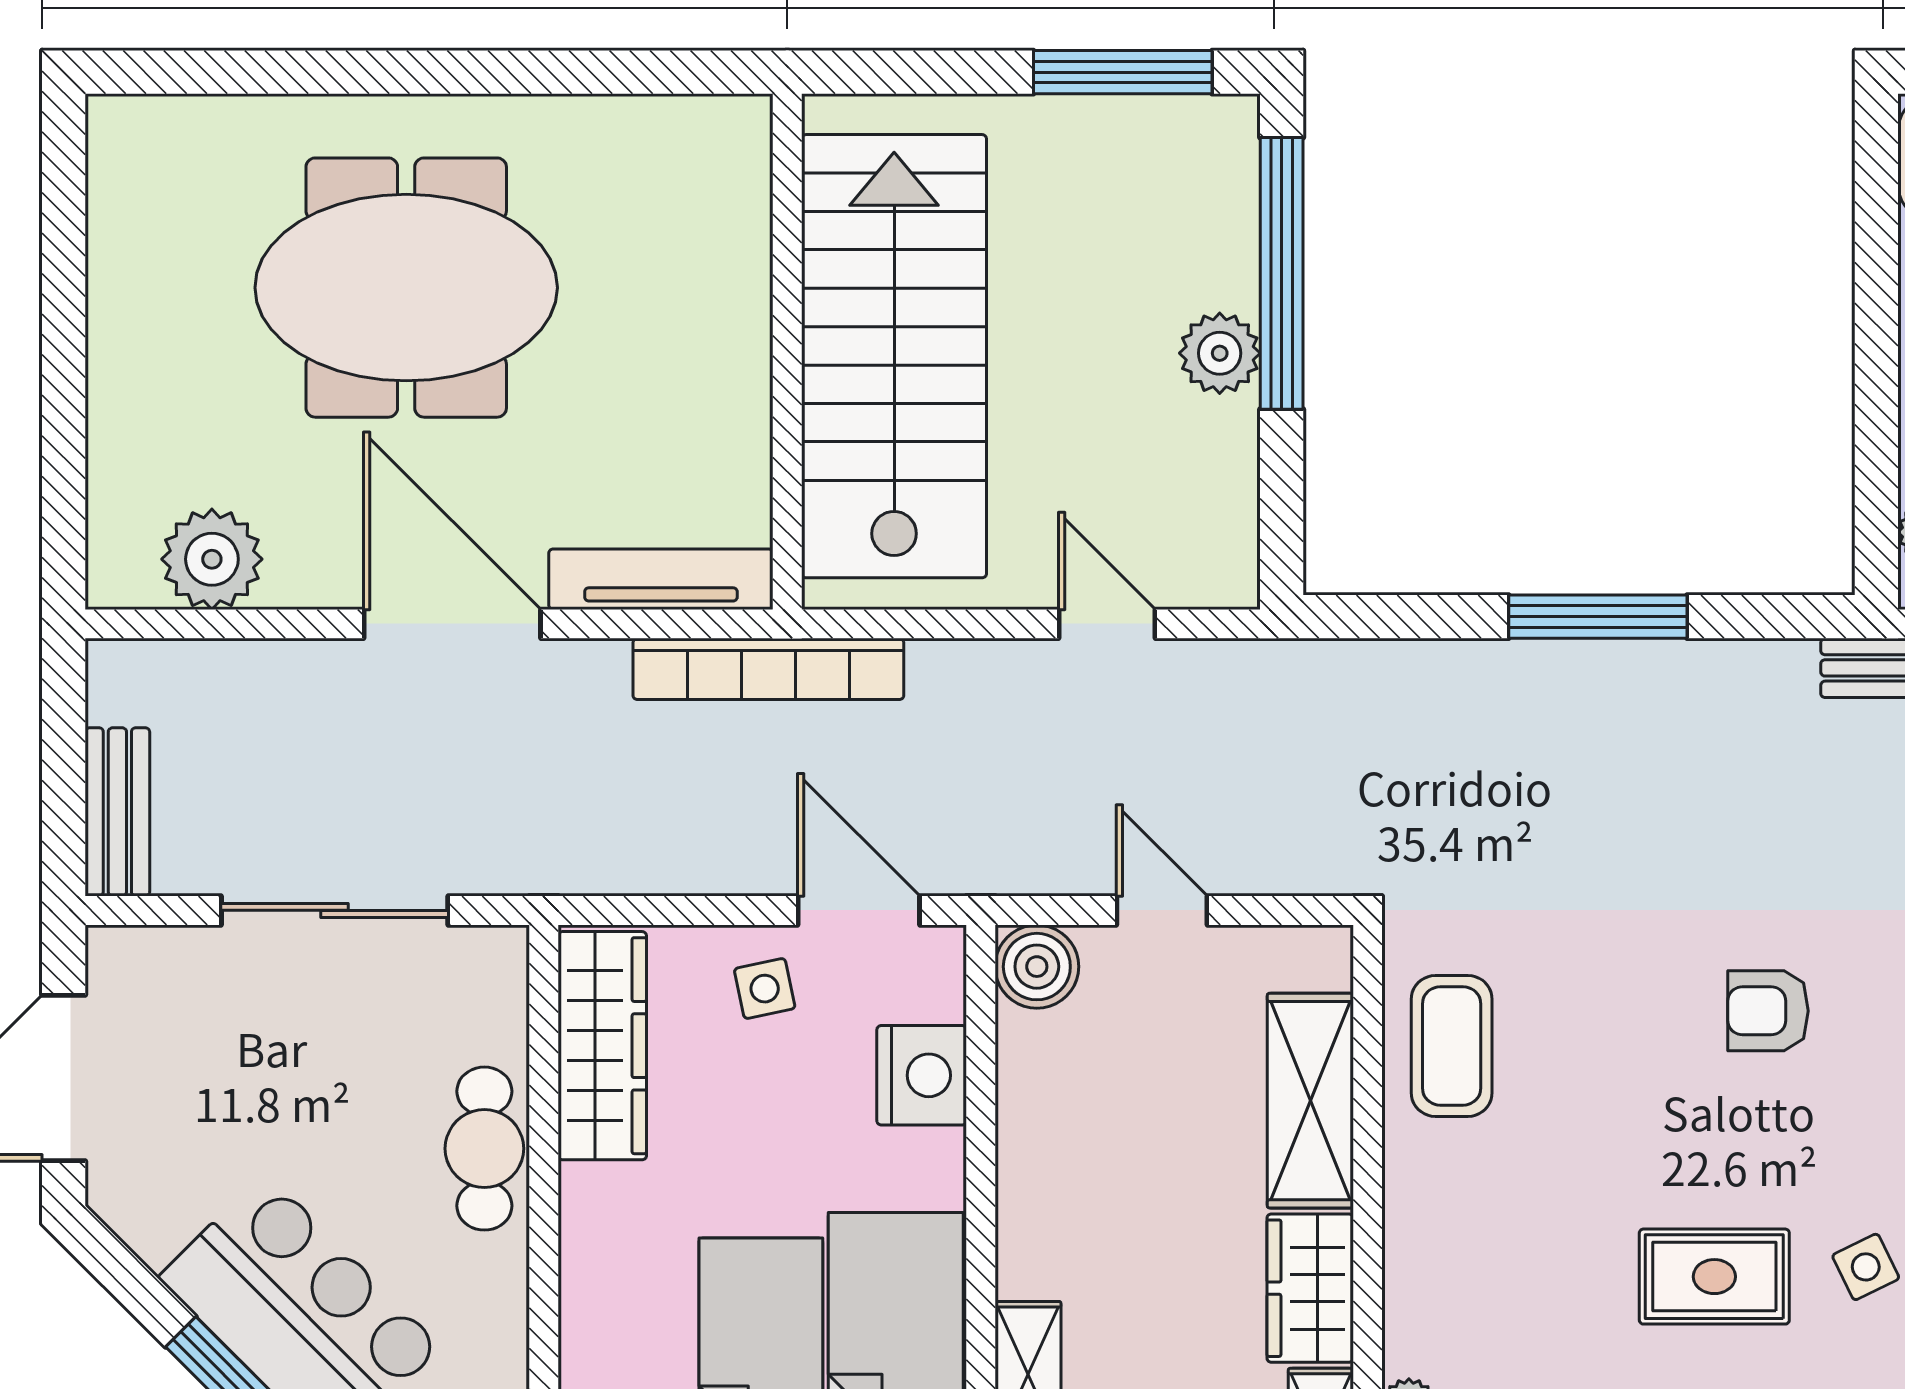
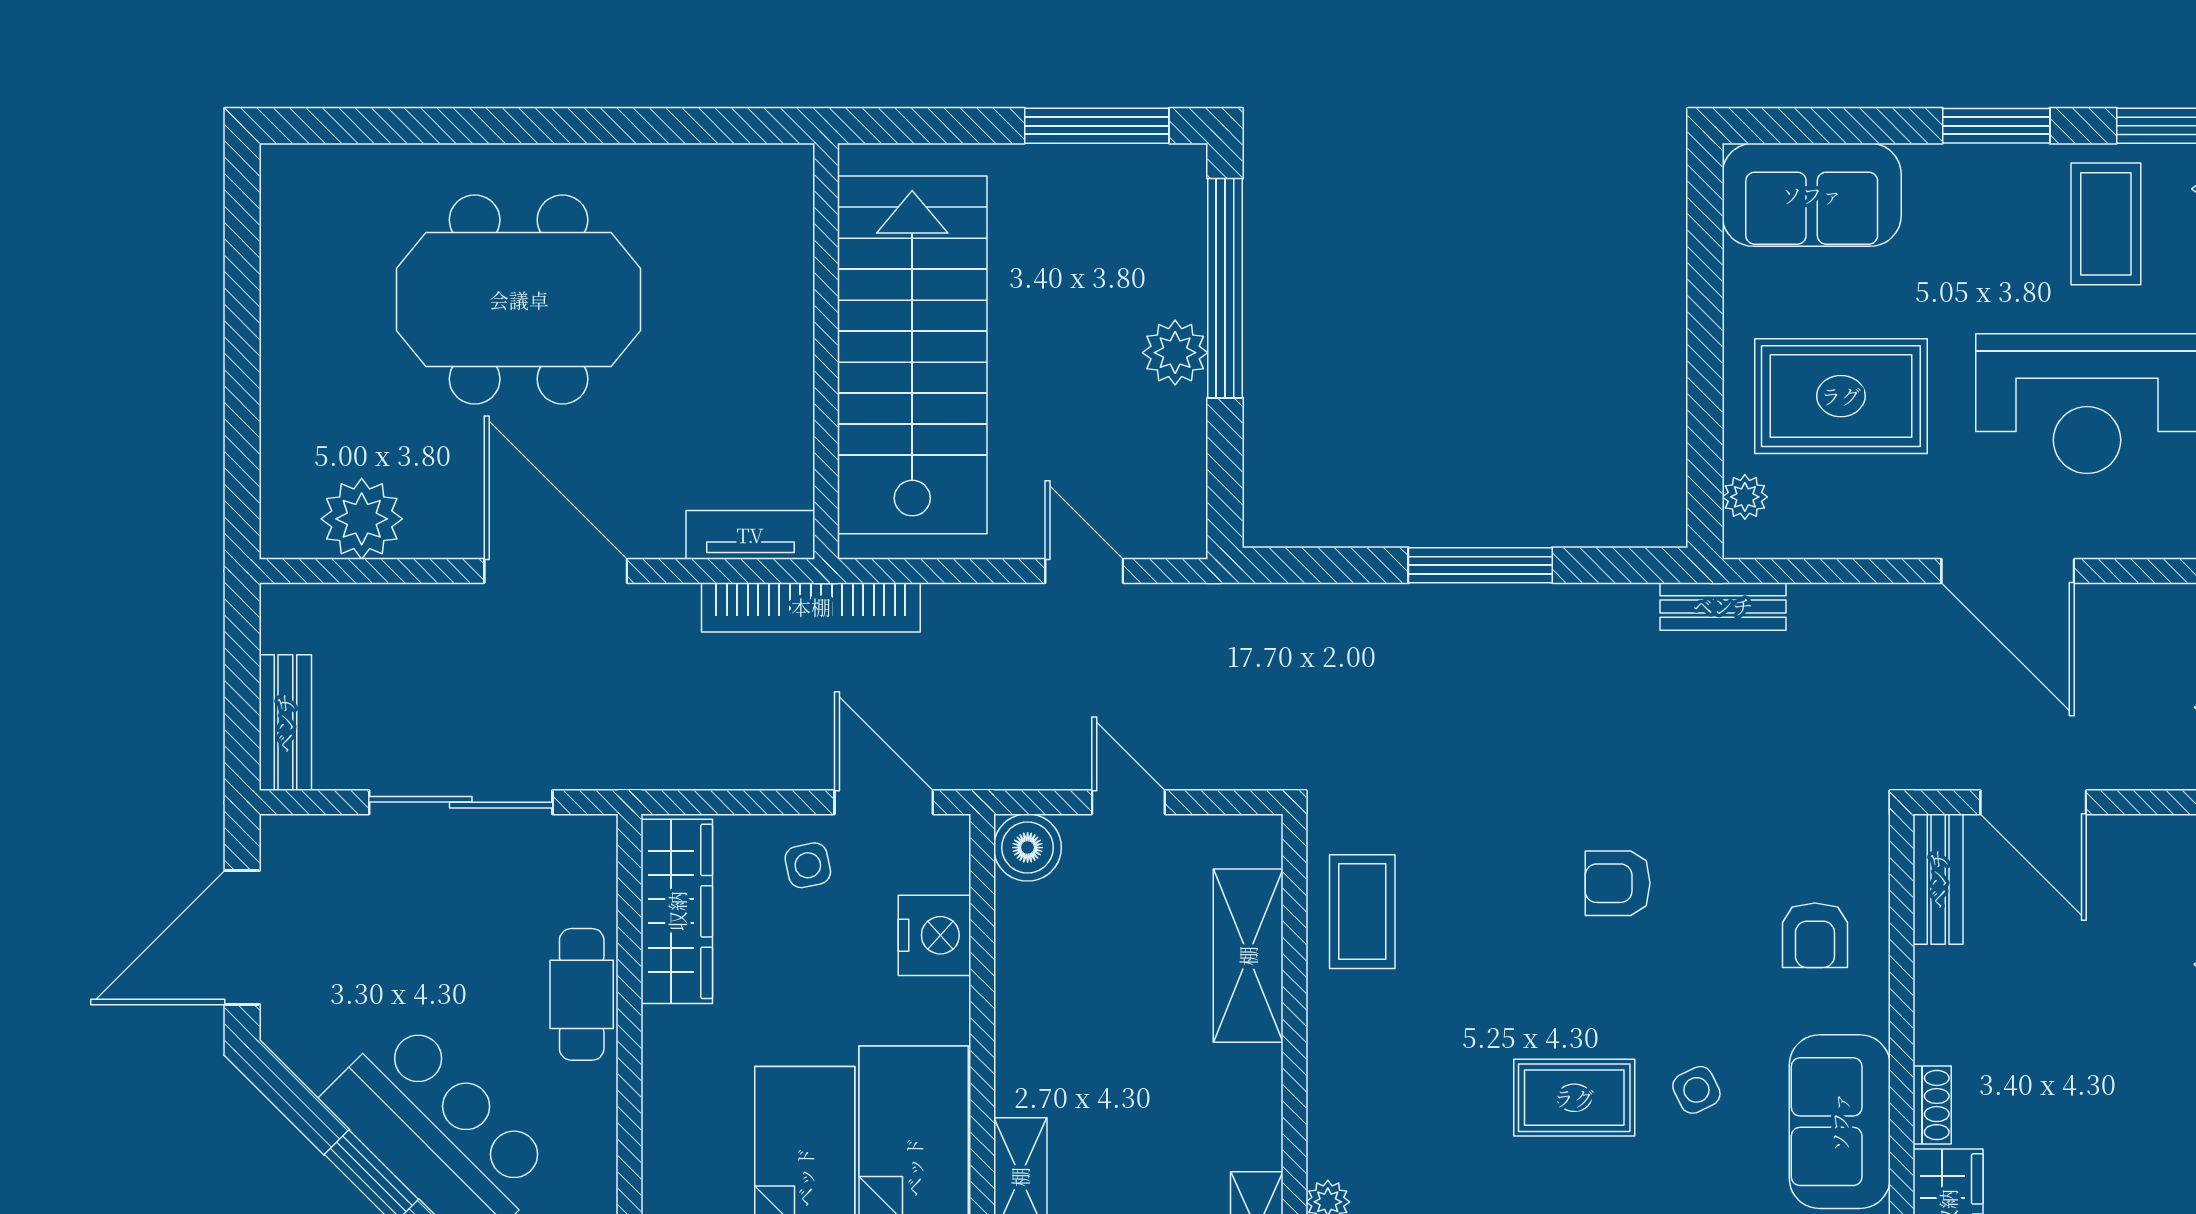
tv unit: (661, 579) -> (750, 535), width x0.71
wardrobe: (1310, 1288) -> (1248, 1107), removed

